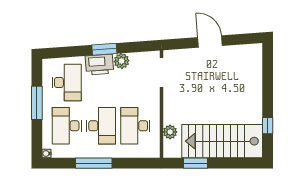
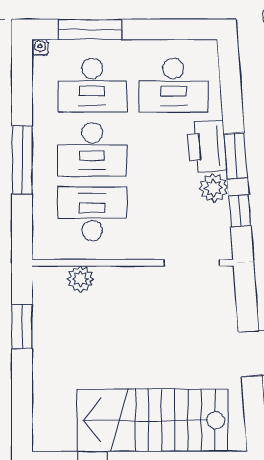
window: (134, 47) -> (240, 211), added
window: (37, 103) -> (90, 29), moved
desk: (67, 126) -> (92, 85), turned 180
stairs: (222, 141) -> (152, 420), moved, turned -90
window: (94, 163) -> (22, 160), moved

